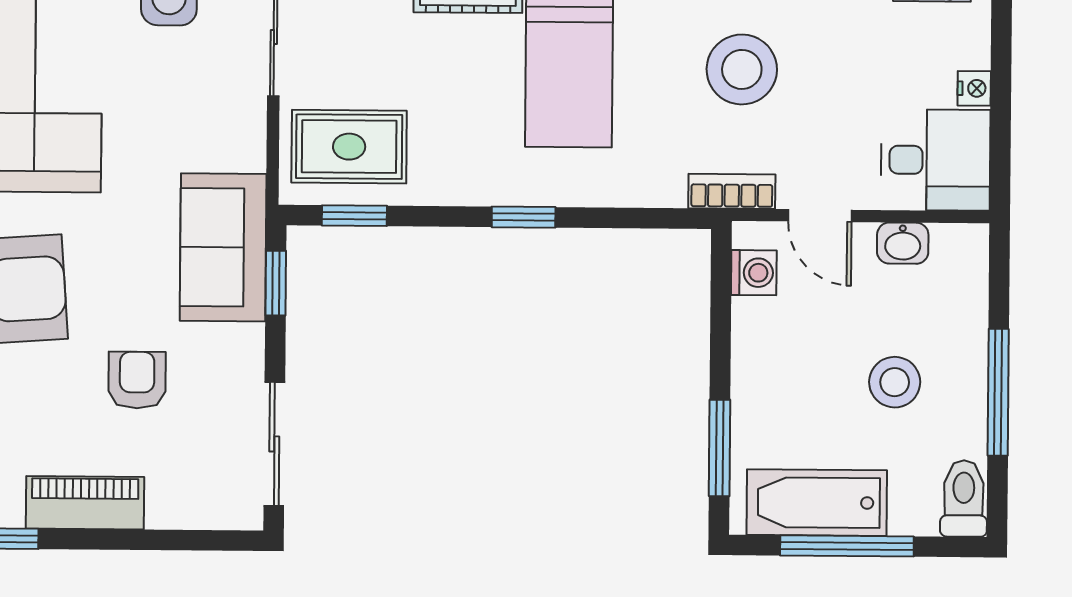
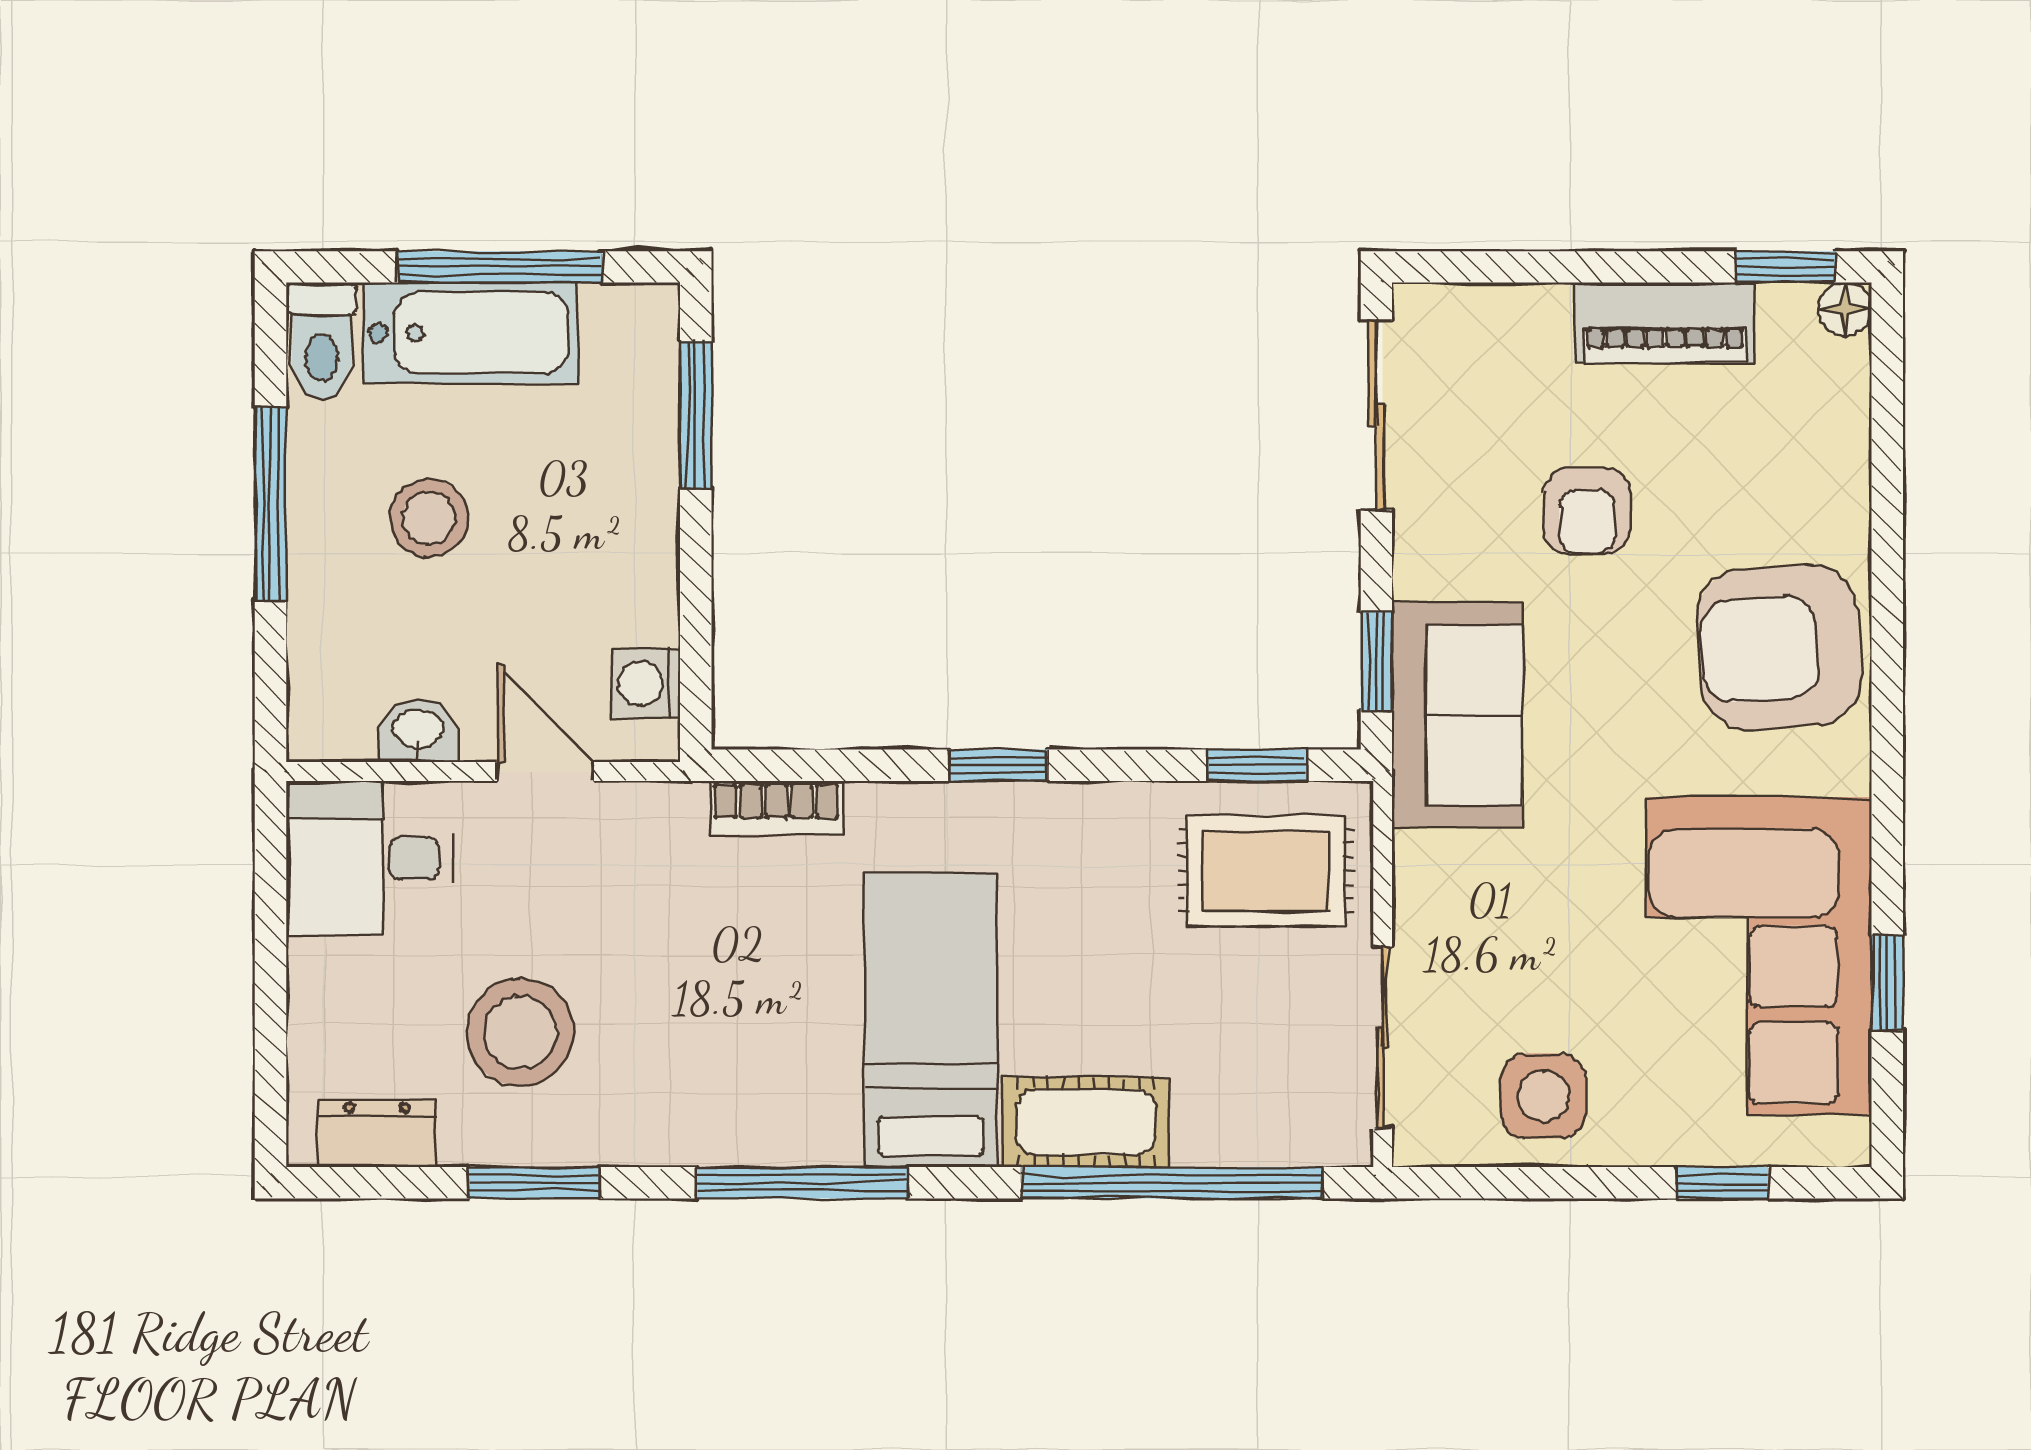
stool: (742, 69) -> (520, 1032), moved
nightstand: (974, 88) -> (311, 968), removed
bookcase: (732, 191) -> (776, 807), moved
bathtub: (817, 503) -> (470, 333), moved

